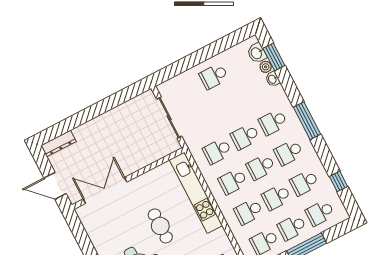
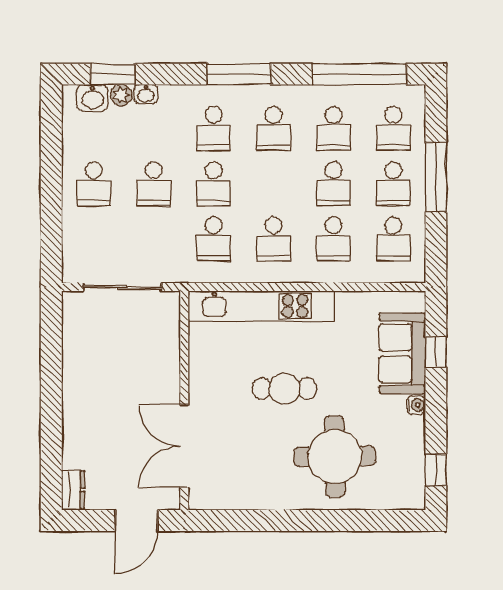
dresser: (58, 143) -> (73, 490), width x0.70
school desk: (261, 167) -> (154, 184), moved
window: (338, 181) -> (359, 74), width x3.17

